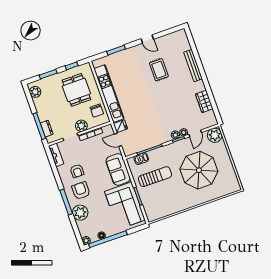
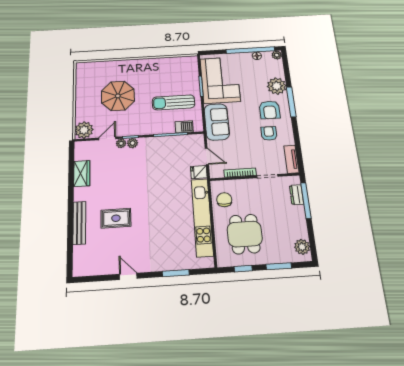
rug: (159, 70) -> (116, 218), moved, turned 90
plant: (81, 126) -> (250, 186), removed
parasol: (199, 170) -> (118, 96), width x0.73, depth x0.73

